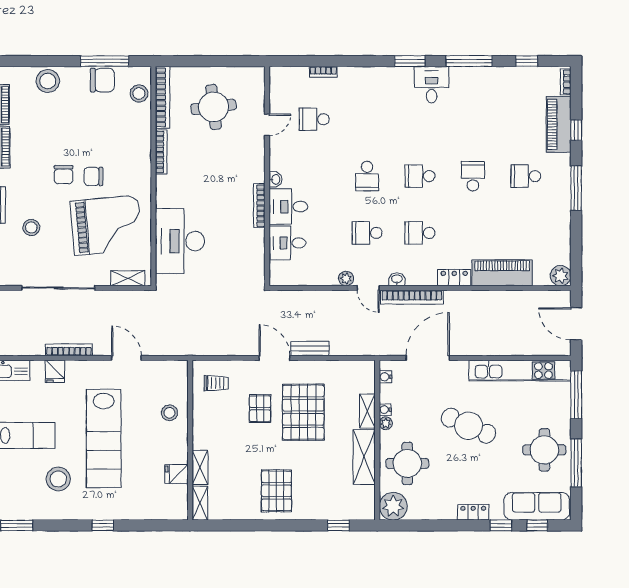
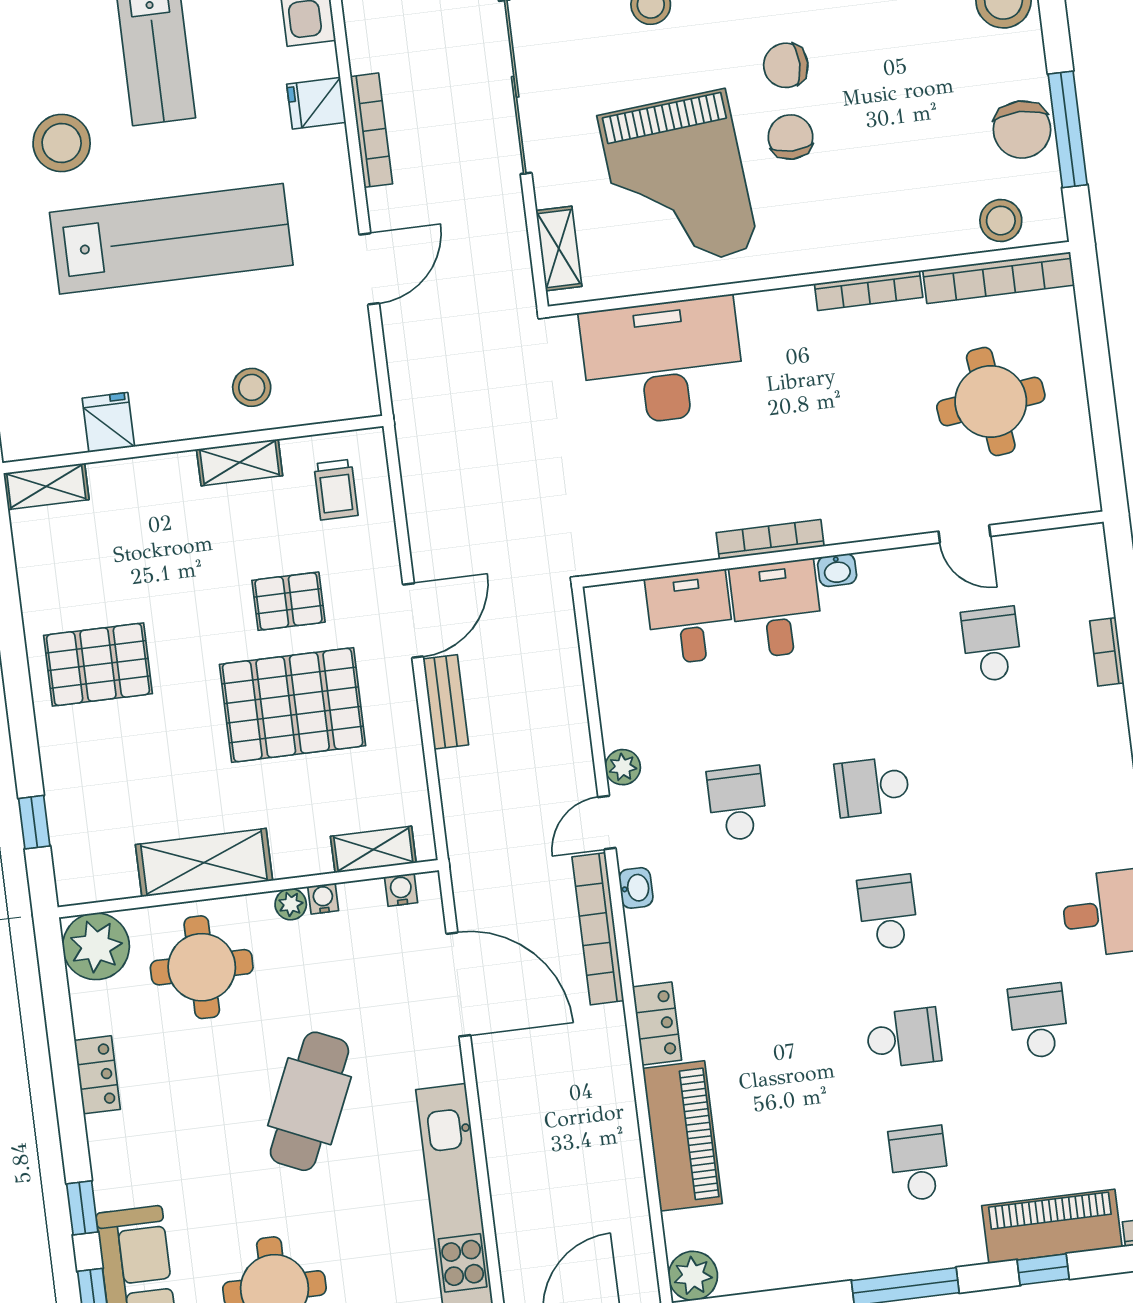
school desk: (420, 233) -> (1039, 1021), moved
shelving: (367, 411) -> (373, 850), moved
lab bench: (104, 438) -> (171, 239), turned 180
shelving: (200, 467) -> (240, 462), moved
locker: (473, 512) -> (97, 1075), moved

